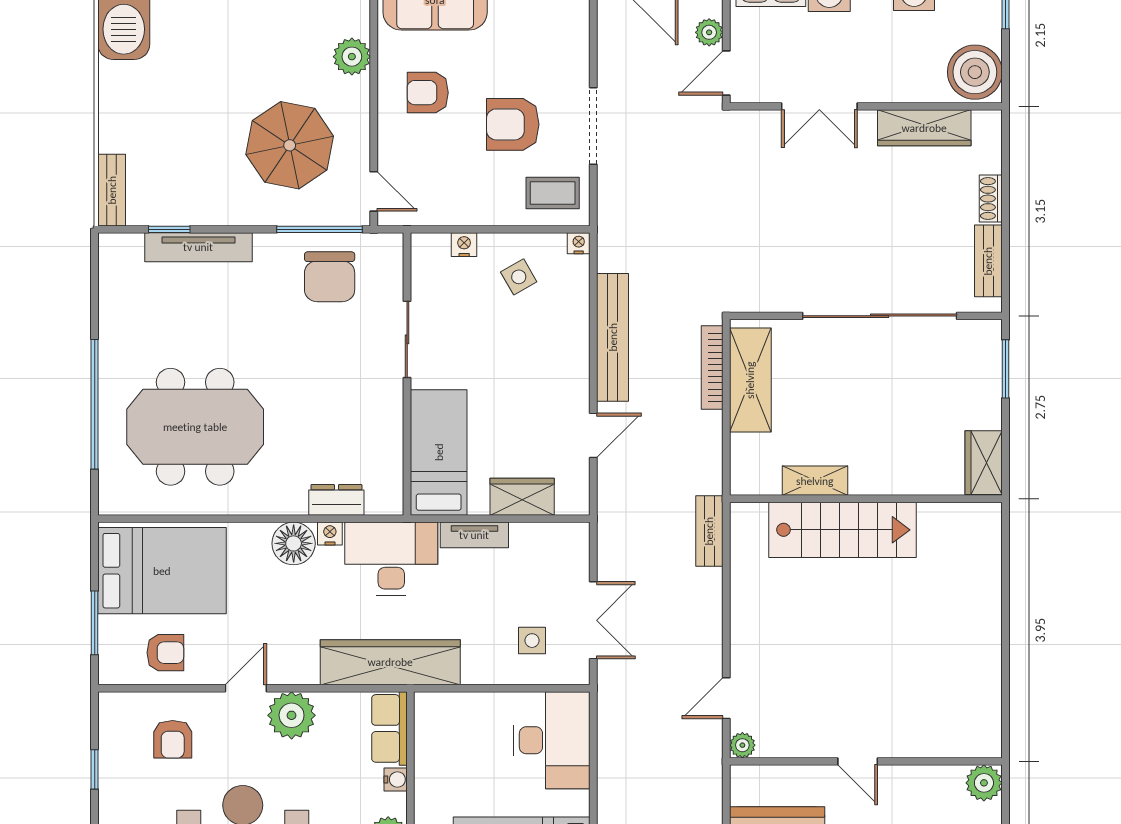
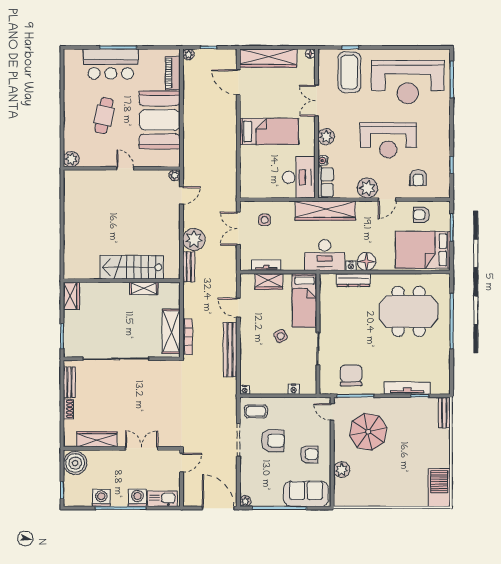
plant: (709, 32) -> (194, 239), moved, width x1.88, depth x1.88
side table: (519, 277) -> (281, 336), moved
door: (593, 435) -> (238, 308), hinge flipped
dresser: (336, 500) -> (353, 280), width x1.44
tv unit: (474, 535) -> (266, 265), moved
armchair: (173, 739) -> (418, 178), turned 180
desk: (552, 740) -> (299, 177), moved, turned 180

